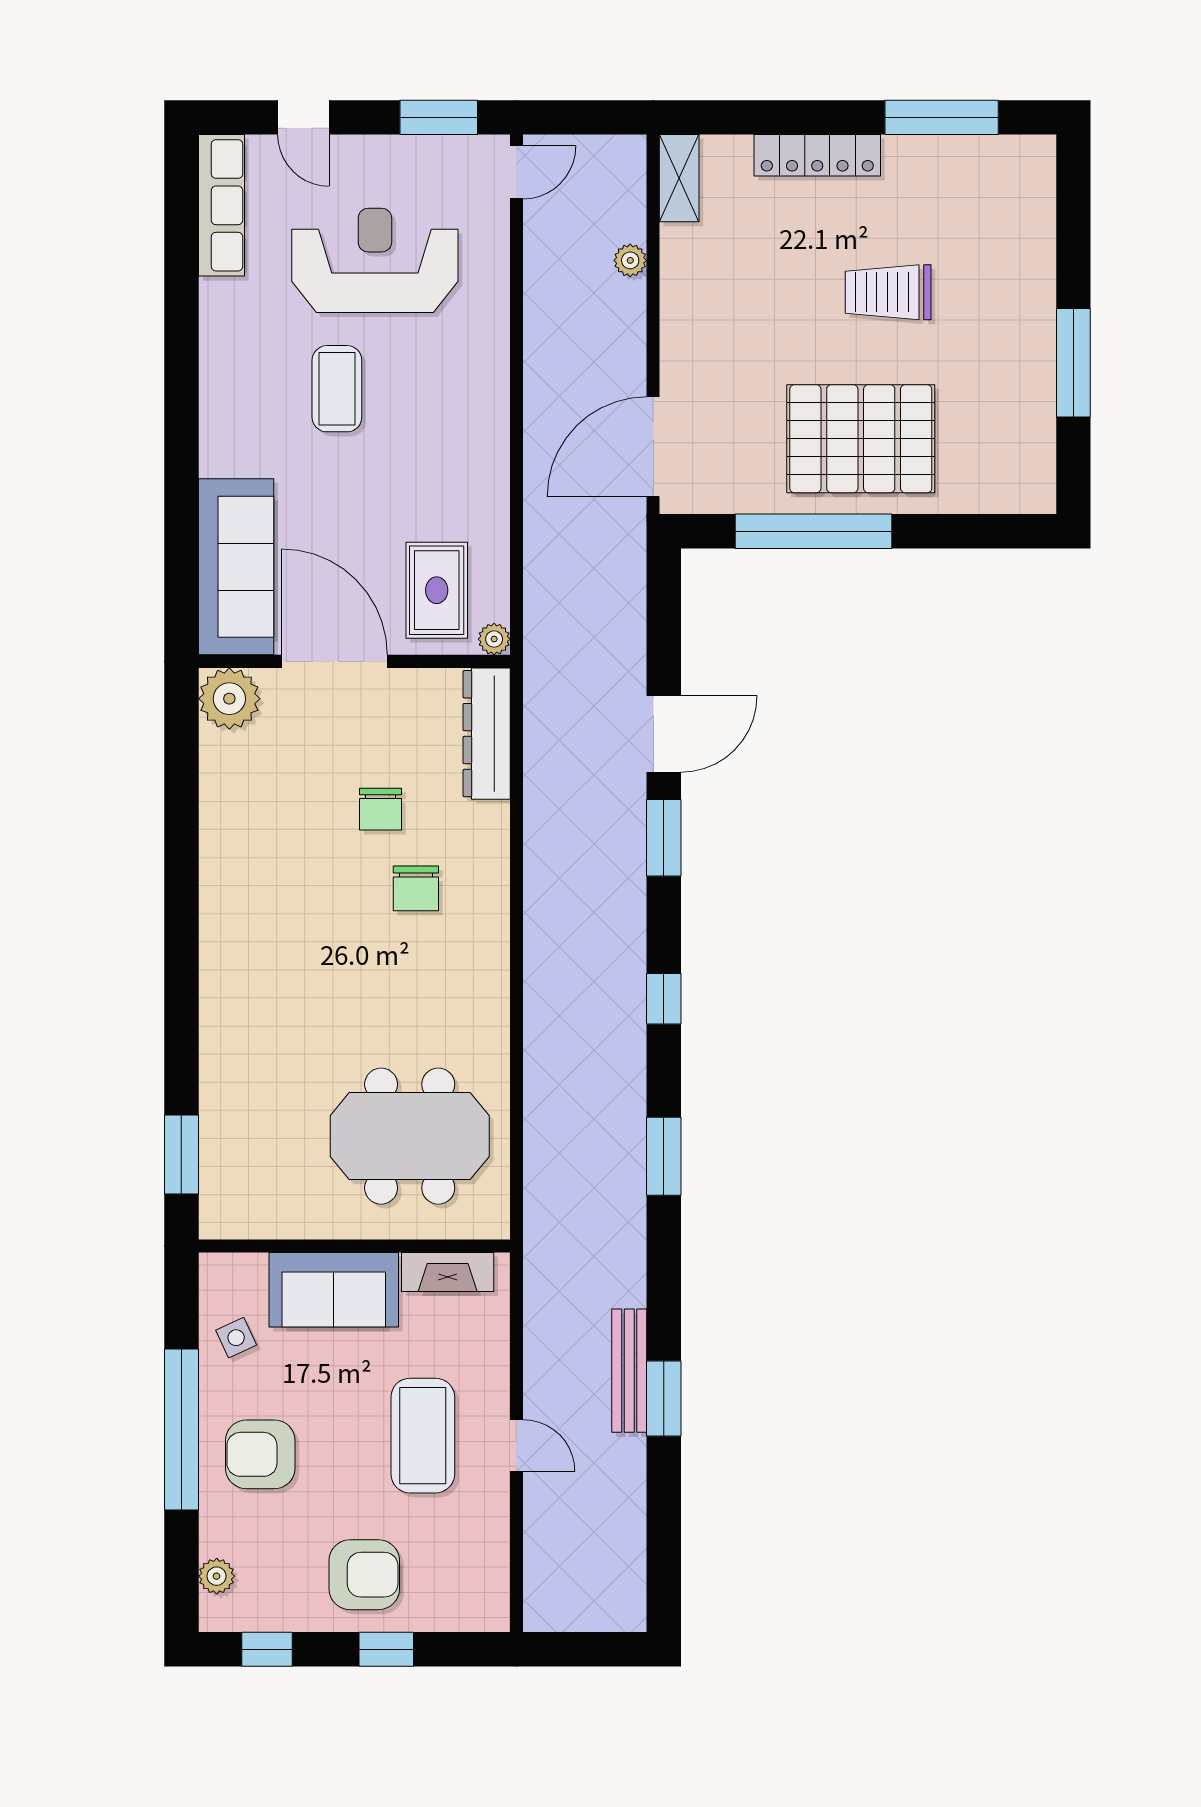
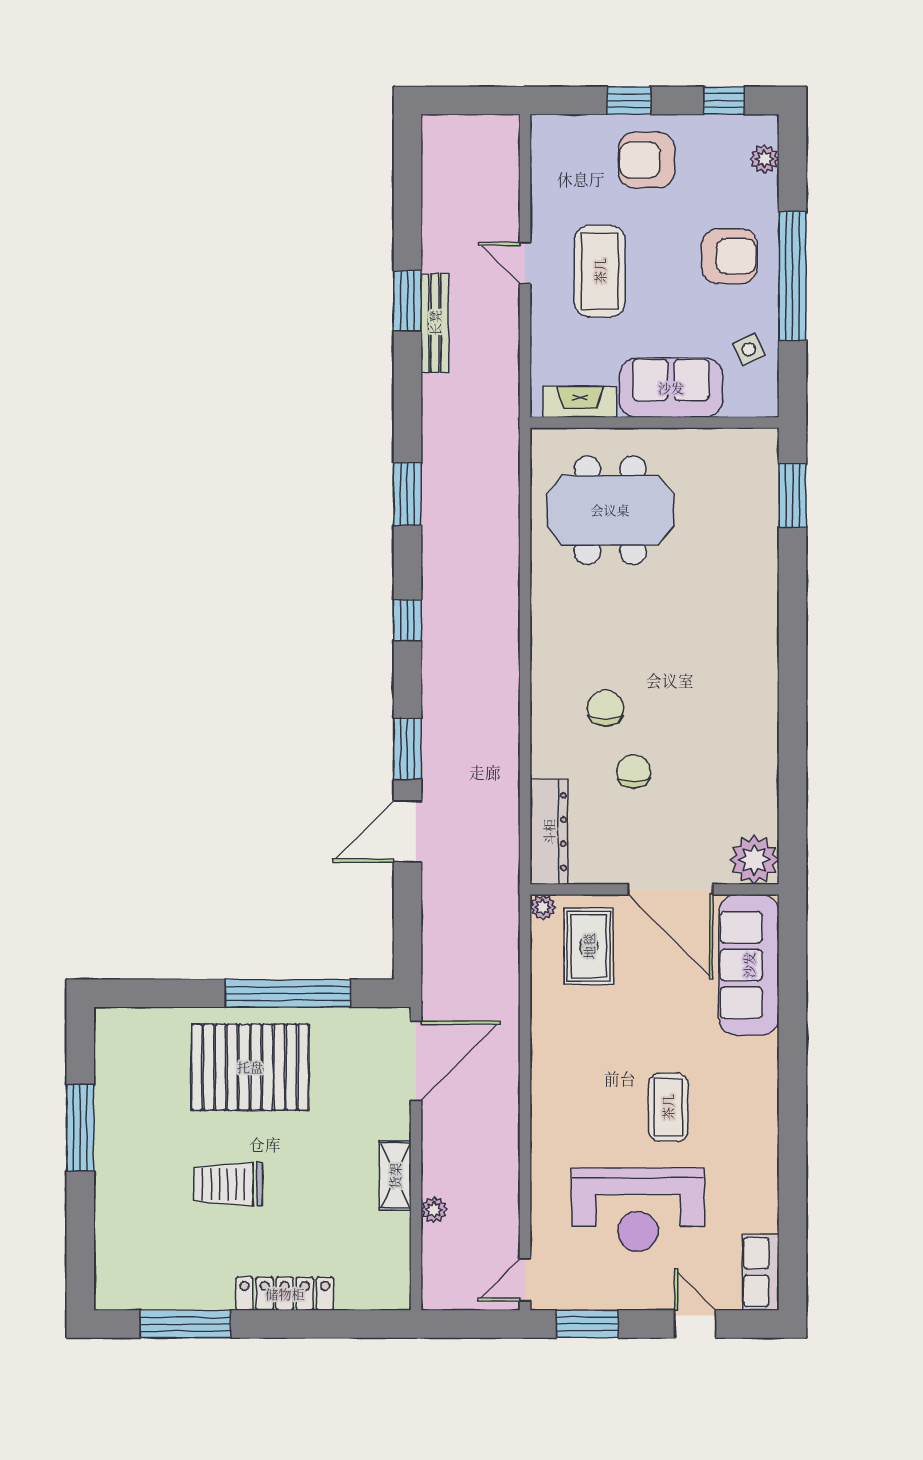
shelving: (679, 178) -> (395, 1176), moved
row of seats: (222, 205) -> (761, 1272), width x0.68
trolley: (888, 292) -> (228, 1184), turned 180

